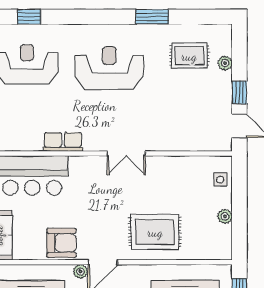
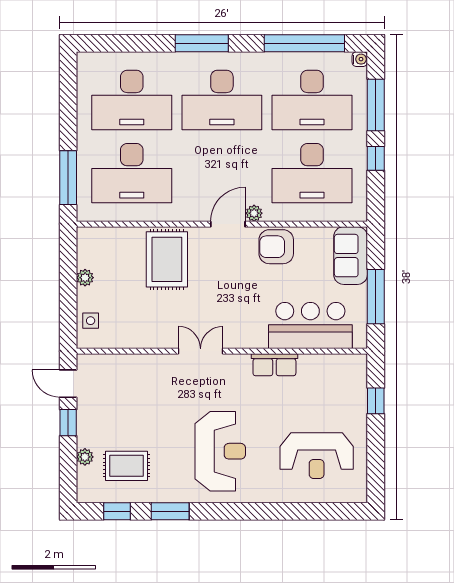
window: (29, 17) -> (117, 511), moved
reception desk: (109, 68) -> (220, 451), turned -90
rug: (155, 232) -> (167, 259), turned 90

